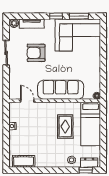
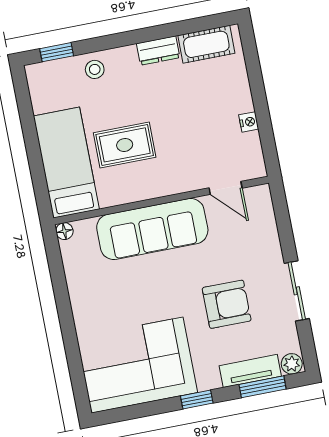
window: (79, 16) -> (263, 387), moved
rug: (65, 127) -> (125, 145), turned 90
dresser: (89, 163) -> (158, 51), moved

